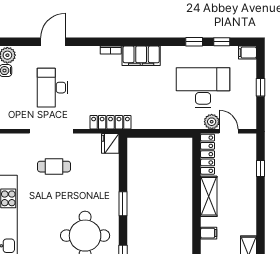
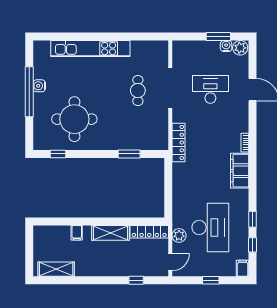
door: (229, 131) -> (170, 262), moved
fridge: (110, 143) -> (159, 142), removed
window: (123, 204) -> (129, 154), moved

